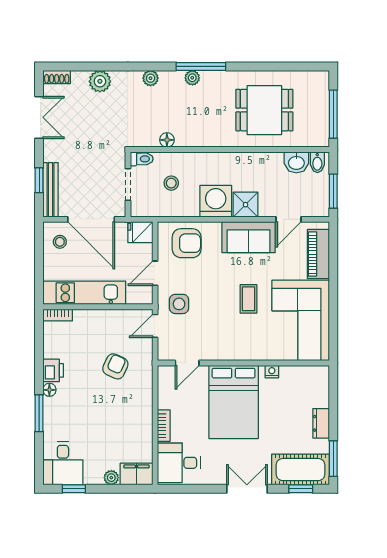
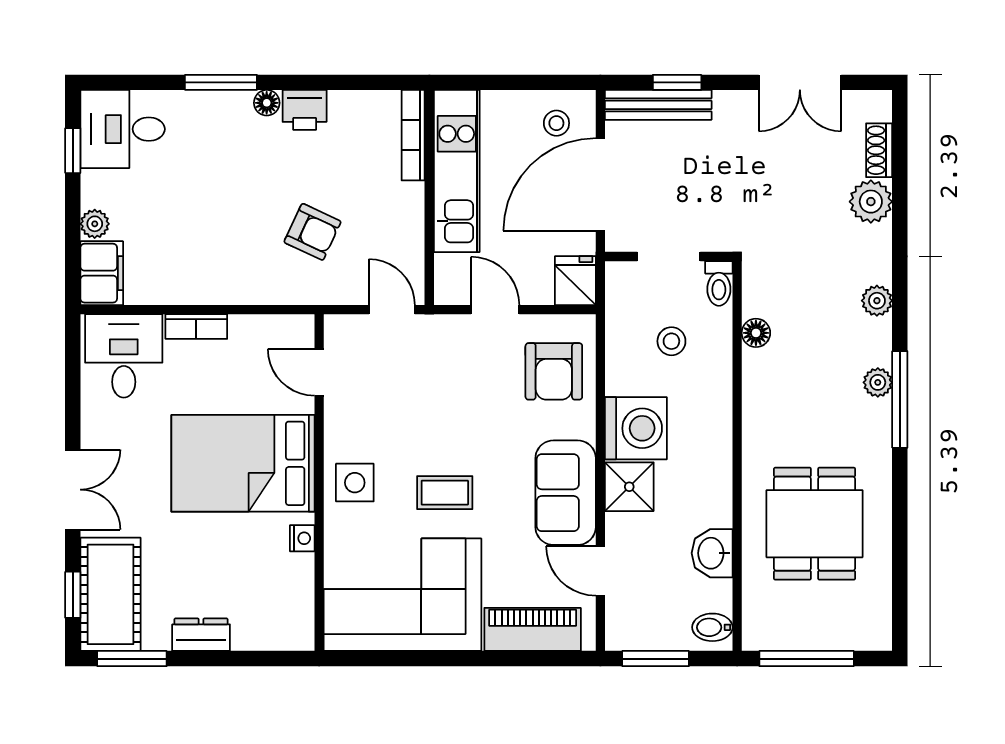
shoe rack: (57, 77) -> (879, 150), moved
washbasin: (296, 162) -> (712, 553), moved
side table: (179, 304) -> (355, 483), moved
bookcase: (58, 315) -> (413, 135), width x1.56

